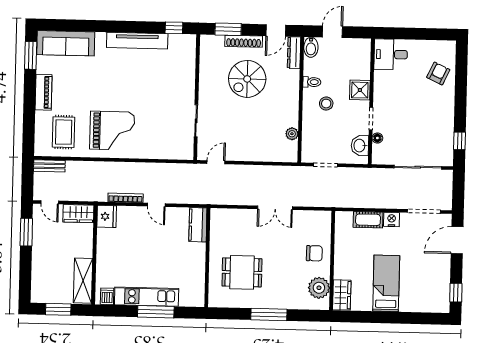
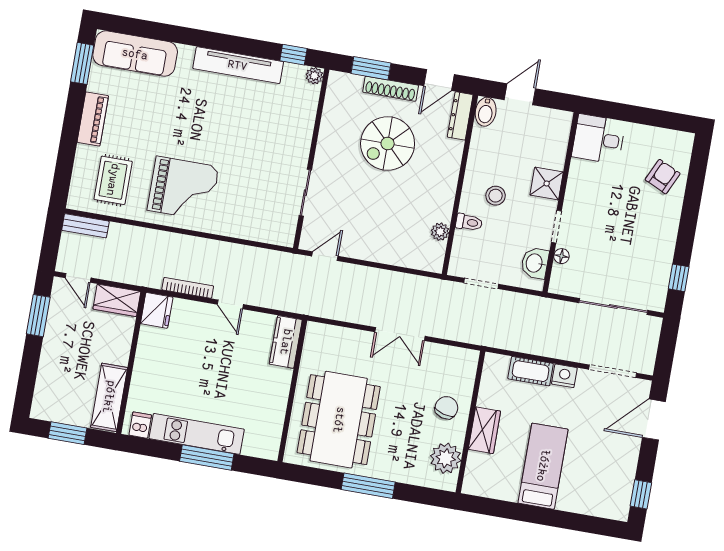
plant: (190, 40) -> (314, 76), added
toilet: (312, 82) -> (469, 222), moved
chair: (314, 253) -> (446, 408), turned -75
dining table: (242, 272) -> (339, 420), width x1.88, depth x1.24
wardrobe: (342, 295) -> (484, 430), moved

